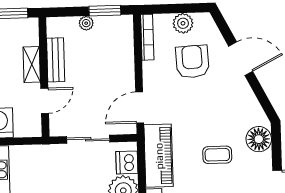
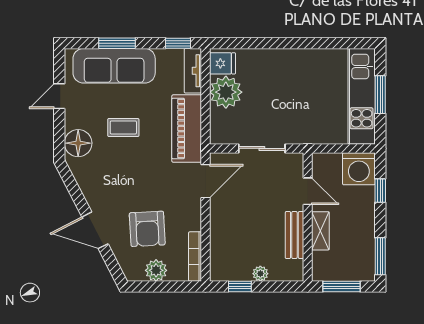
window: (105, 11) -> (240, 286), width x0.67
door: (45, 101) -> (308, 191), swing flipped
dishwasher: (127, 162) -> (221, 122), removed

